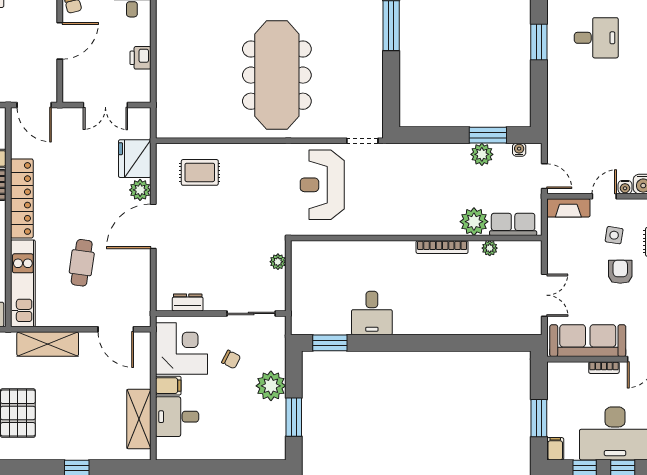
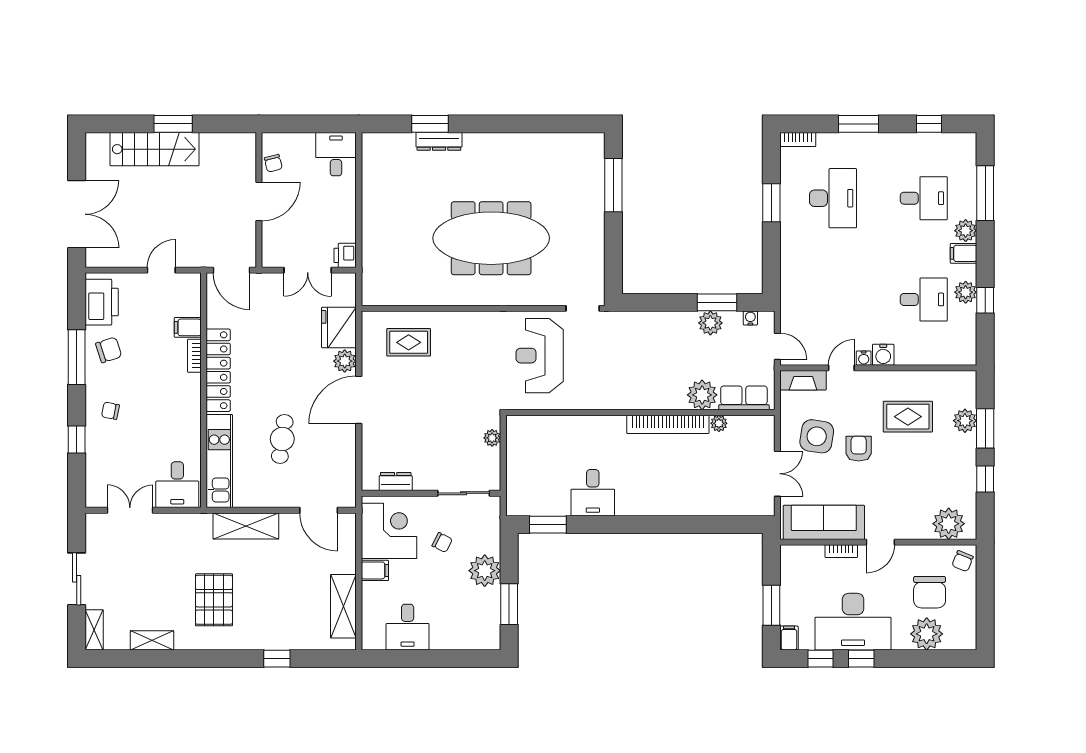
desk: (596, 38) -> (833, 198), width x1.37
printer: (140, 58) -> (345, 255), moved
meeting table: (277, 75) -> (491, 238), turned 90
side table: (614, 235) -> (817, 436), moved, width x1.87, depth x1.87
bookcase: (442, 247) -> (668, 424), width x1.48, depth x1.31
desk: (177, 417) -> (408, 627), moved, turned -90

